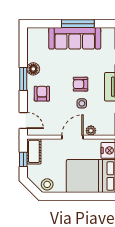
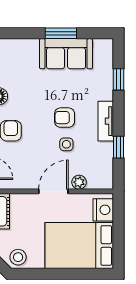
window: (78, 24) -> (61, 33), width x0.69
sofa: (75, 38) -> (66, 54), width x0.73

